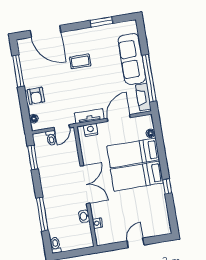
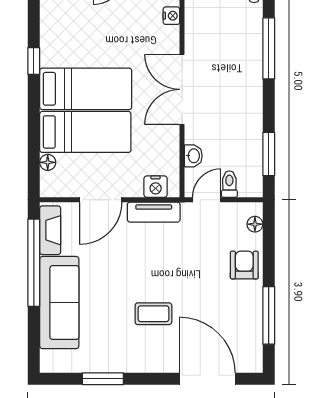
washbasin: (84, 216) -> (193, 156), moved

